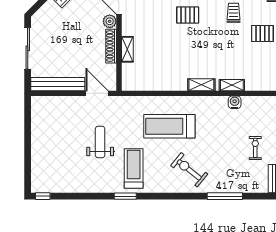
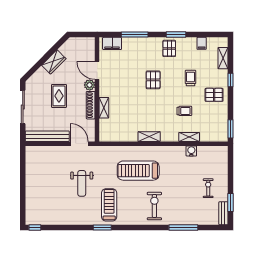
pallet: (188, 15) -> (153, 80), turned 90
rug: (72, 35) -> (59, 96), added
trolley: (226, 53) -> (184, 111), added
shelving: (201, 85) -> (149, 137), moved
weight bench: (100, 142) -> (82, 183), turned 180
exercise bike: (189, 170) -> (154, 206), turned 51

